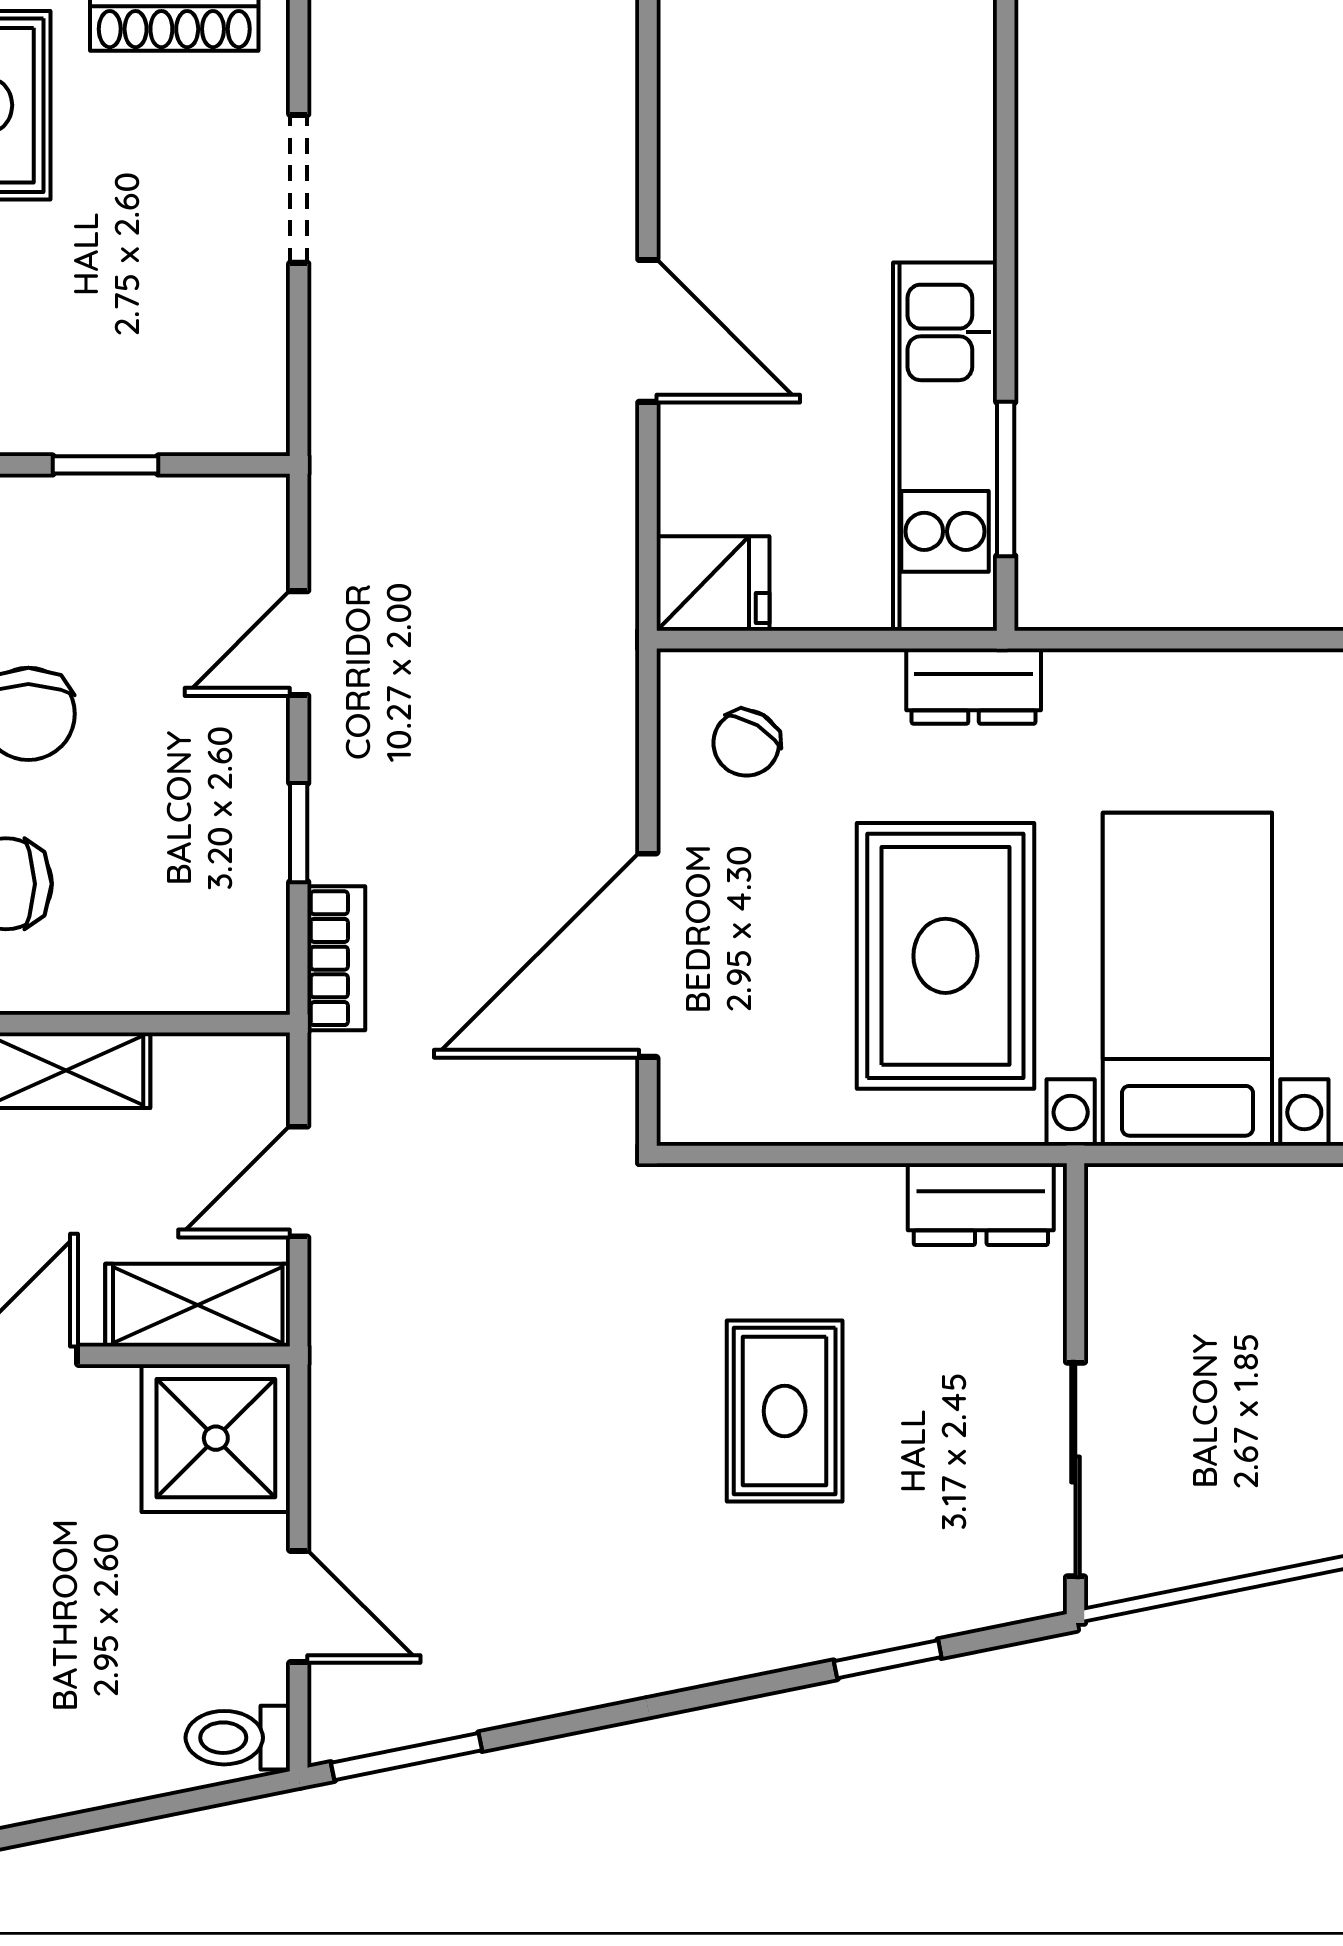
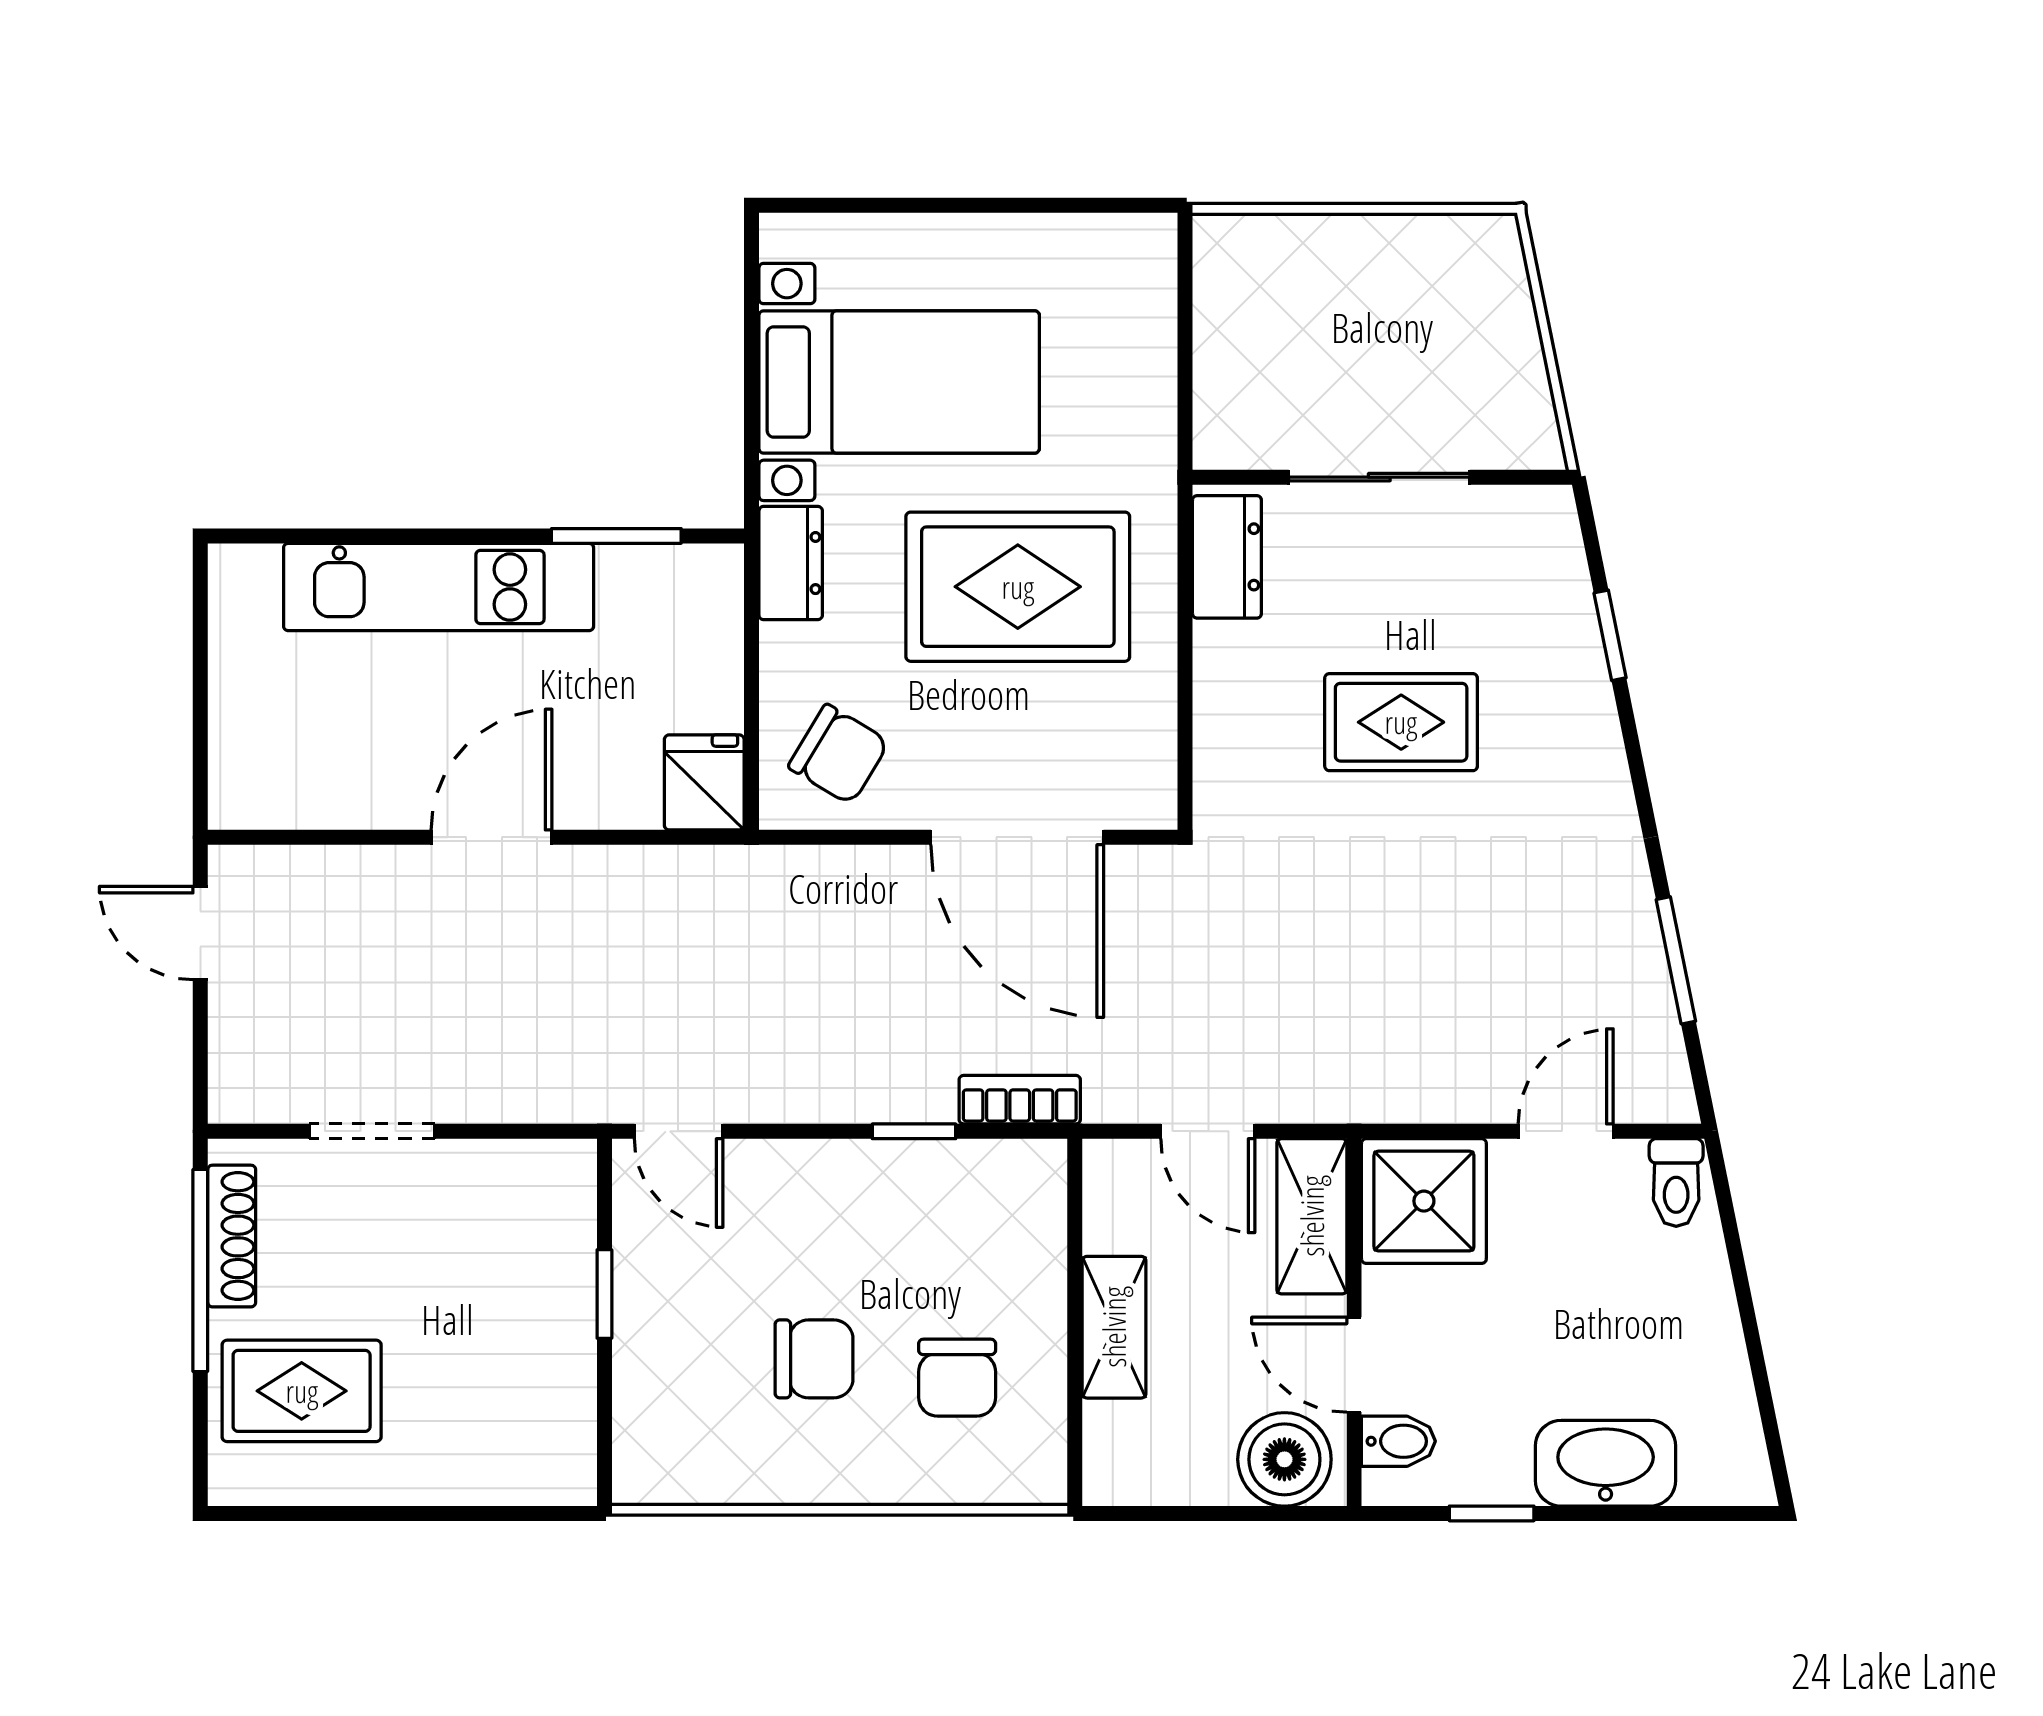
kitchen unit: (945, 447) -> (439, 587), moved
door: (299, 643) -> (679, 1131), moved
chair: (746, 743) -> (839, 754), width x1.37, depth x1.37
bed with nightstands: (1187, 979) -> (899, 382), moved, turned 180
sliding door: (1075, 1470) -> (1379, 477), moved
window: (407, 1757) -> (1676, 960), moved

